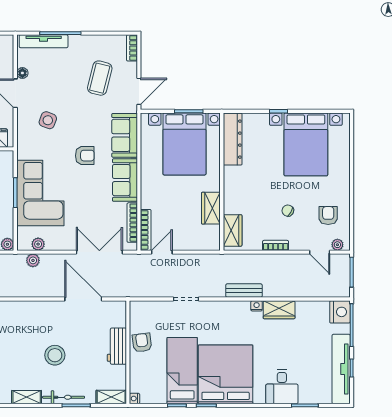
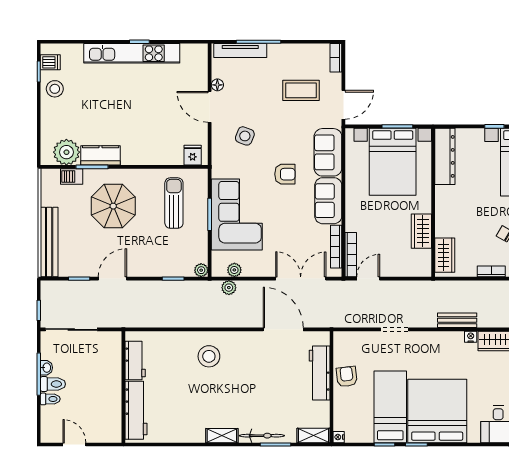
coffee table: (100, 78) -> (301, 90), turned 76
workbench: (117, 346) -> (320, 373), width x1.38
stool: (55, 355) -> (209, 356), moved

